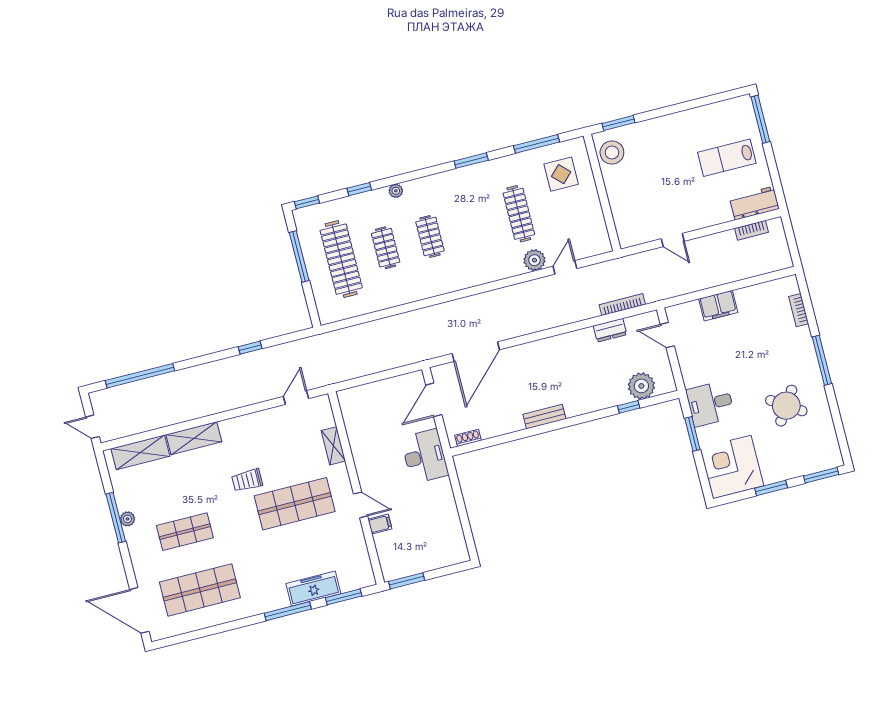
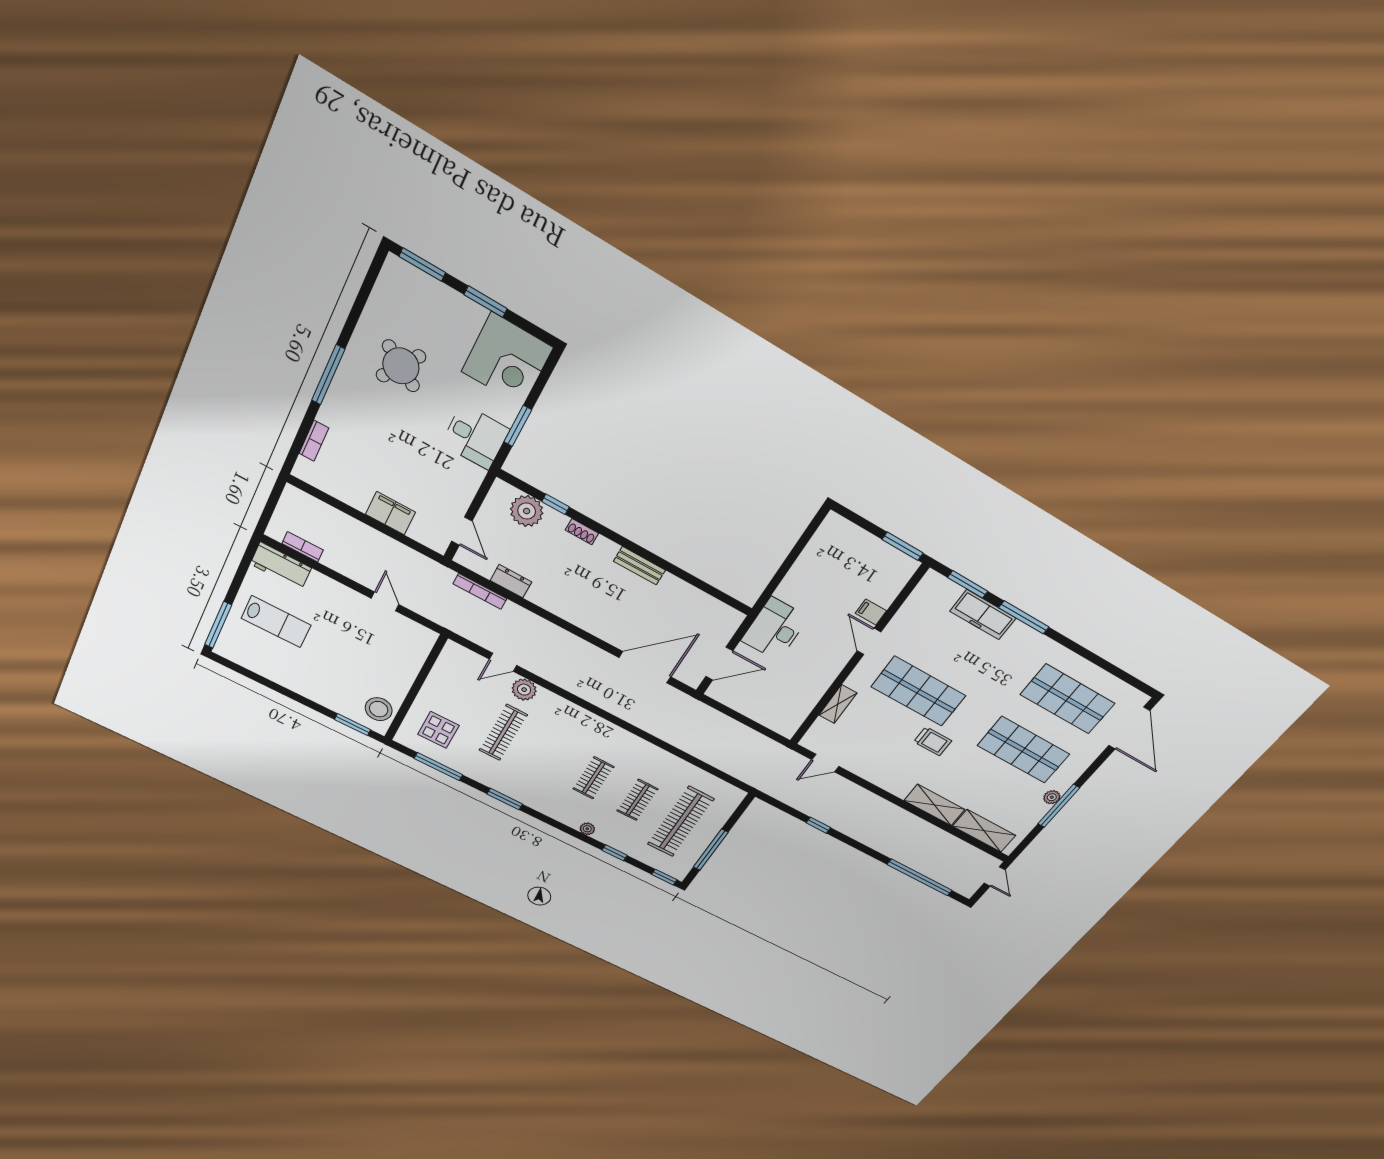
shoe rack: (468, 438) -> (582, 532), moved
shop shelf: (185, 532) -> (1024, 750), width x1.43, depth x1.36

